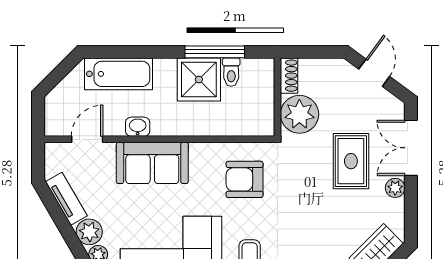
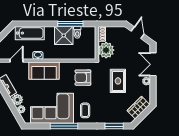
rug: (351, 161) -> (118, 81), moved

